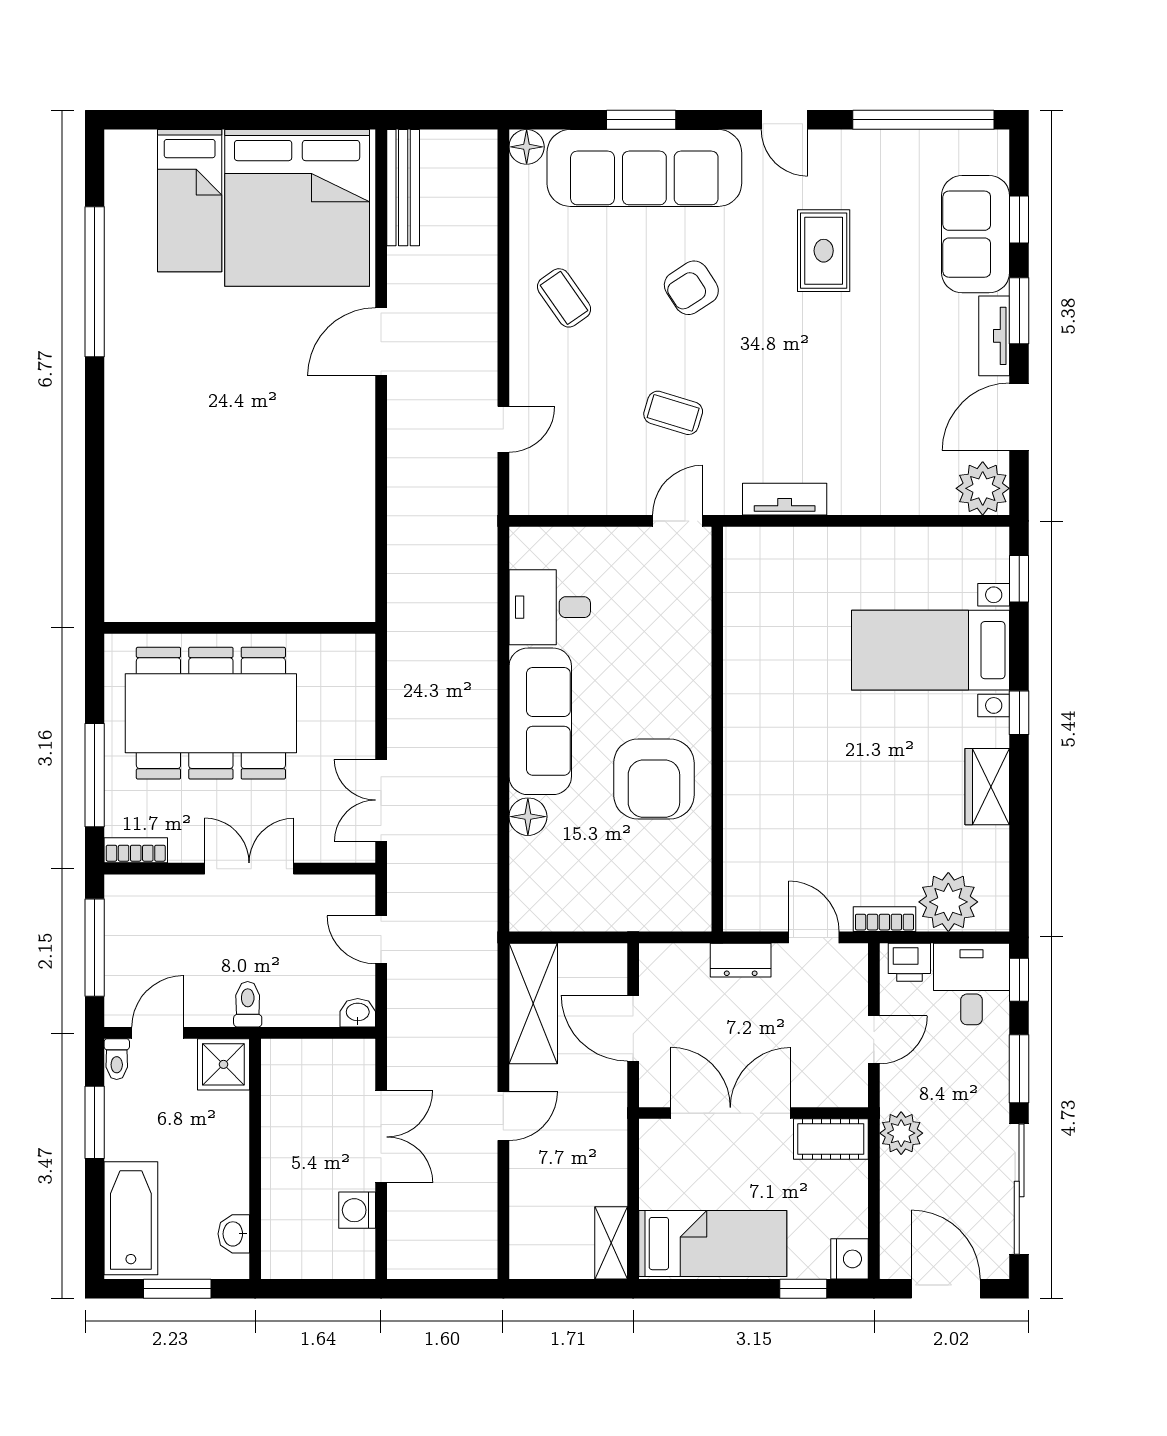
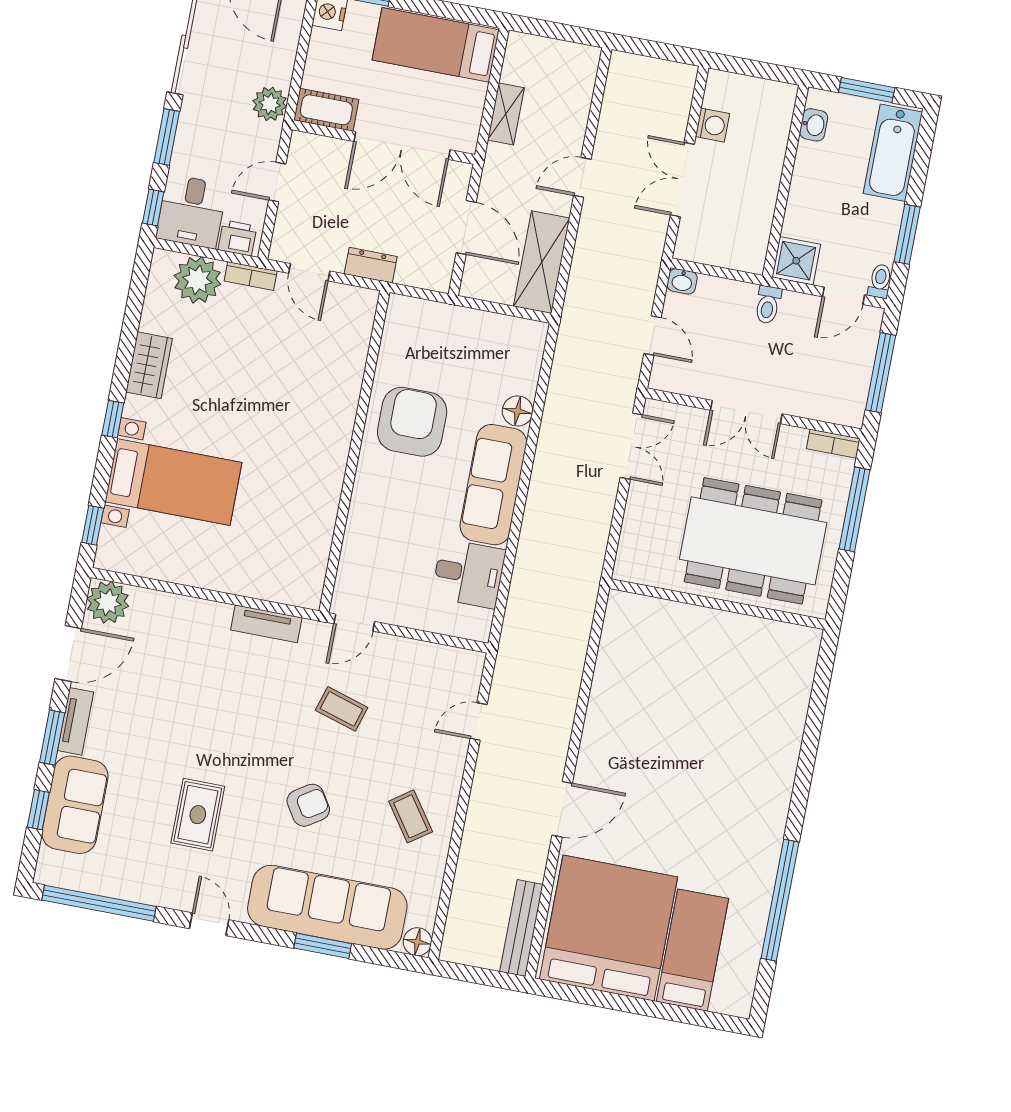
shelving: (611, 1243) -> (506, 114), moved

